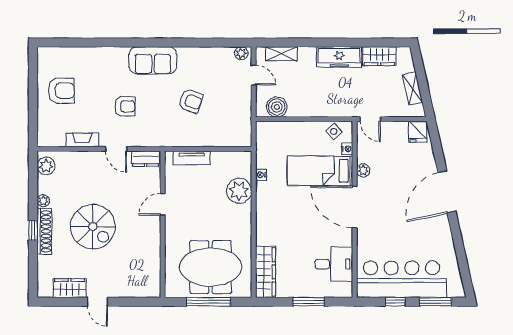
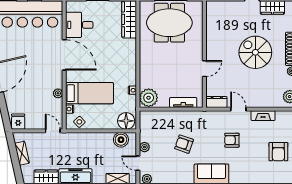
armchair: (61, 91) -> (278, 152), turned -90
plant: (245, 97) -> (144, 147), added
floor lamp: (270, 133) -> (126, 121), added
plant: (239, 191) -> (149, 98), moved
door: (355, 207) -> (64, 55), moved

